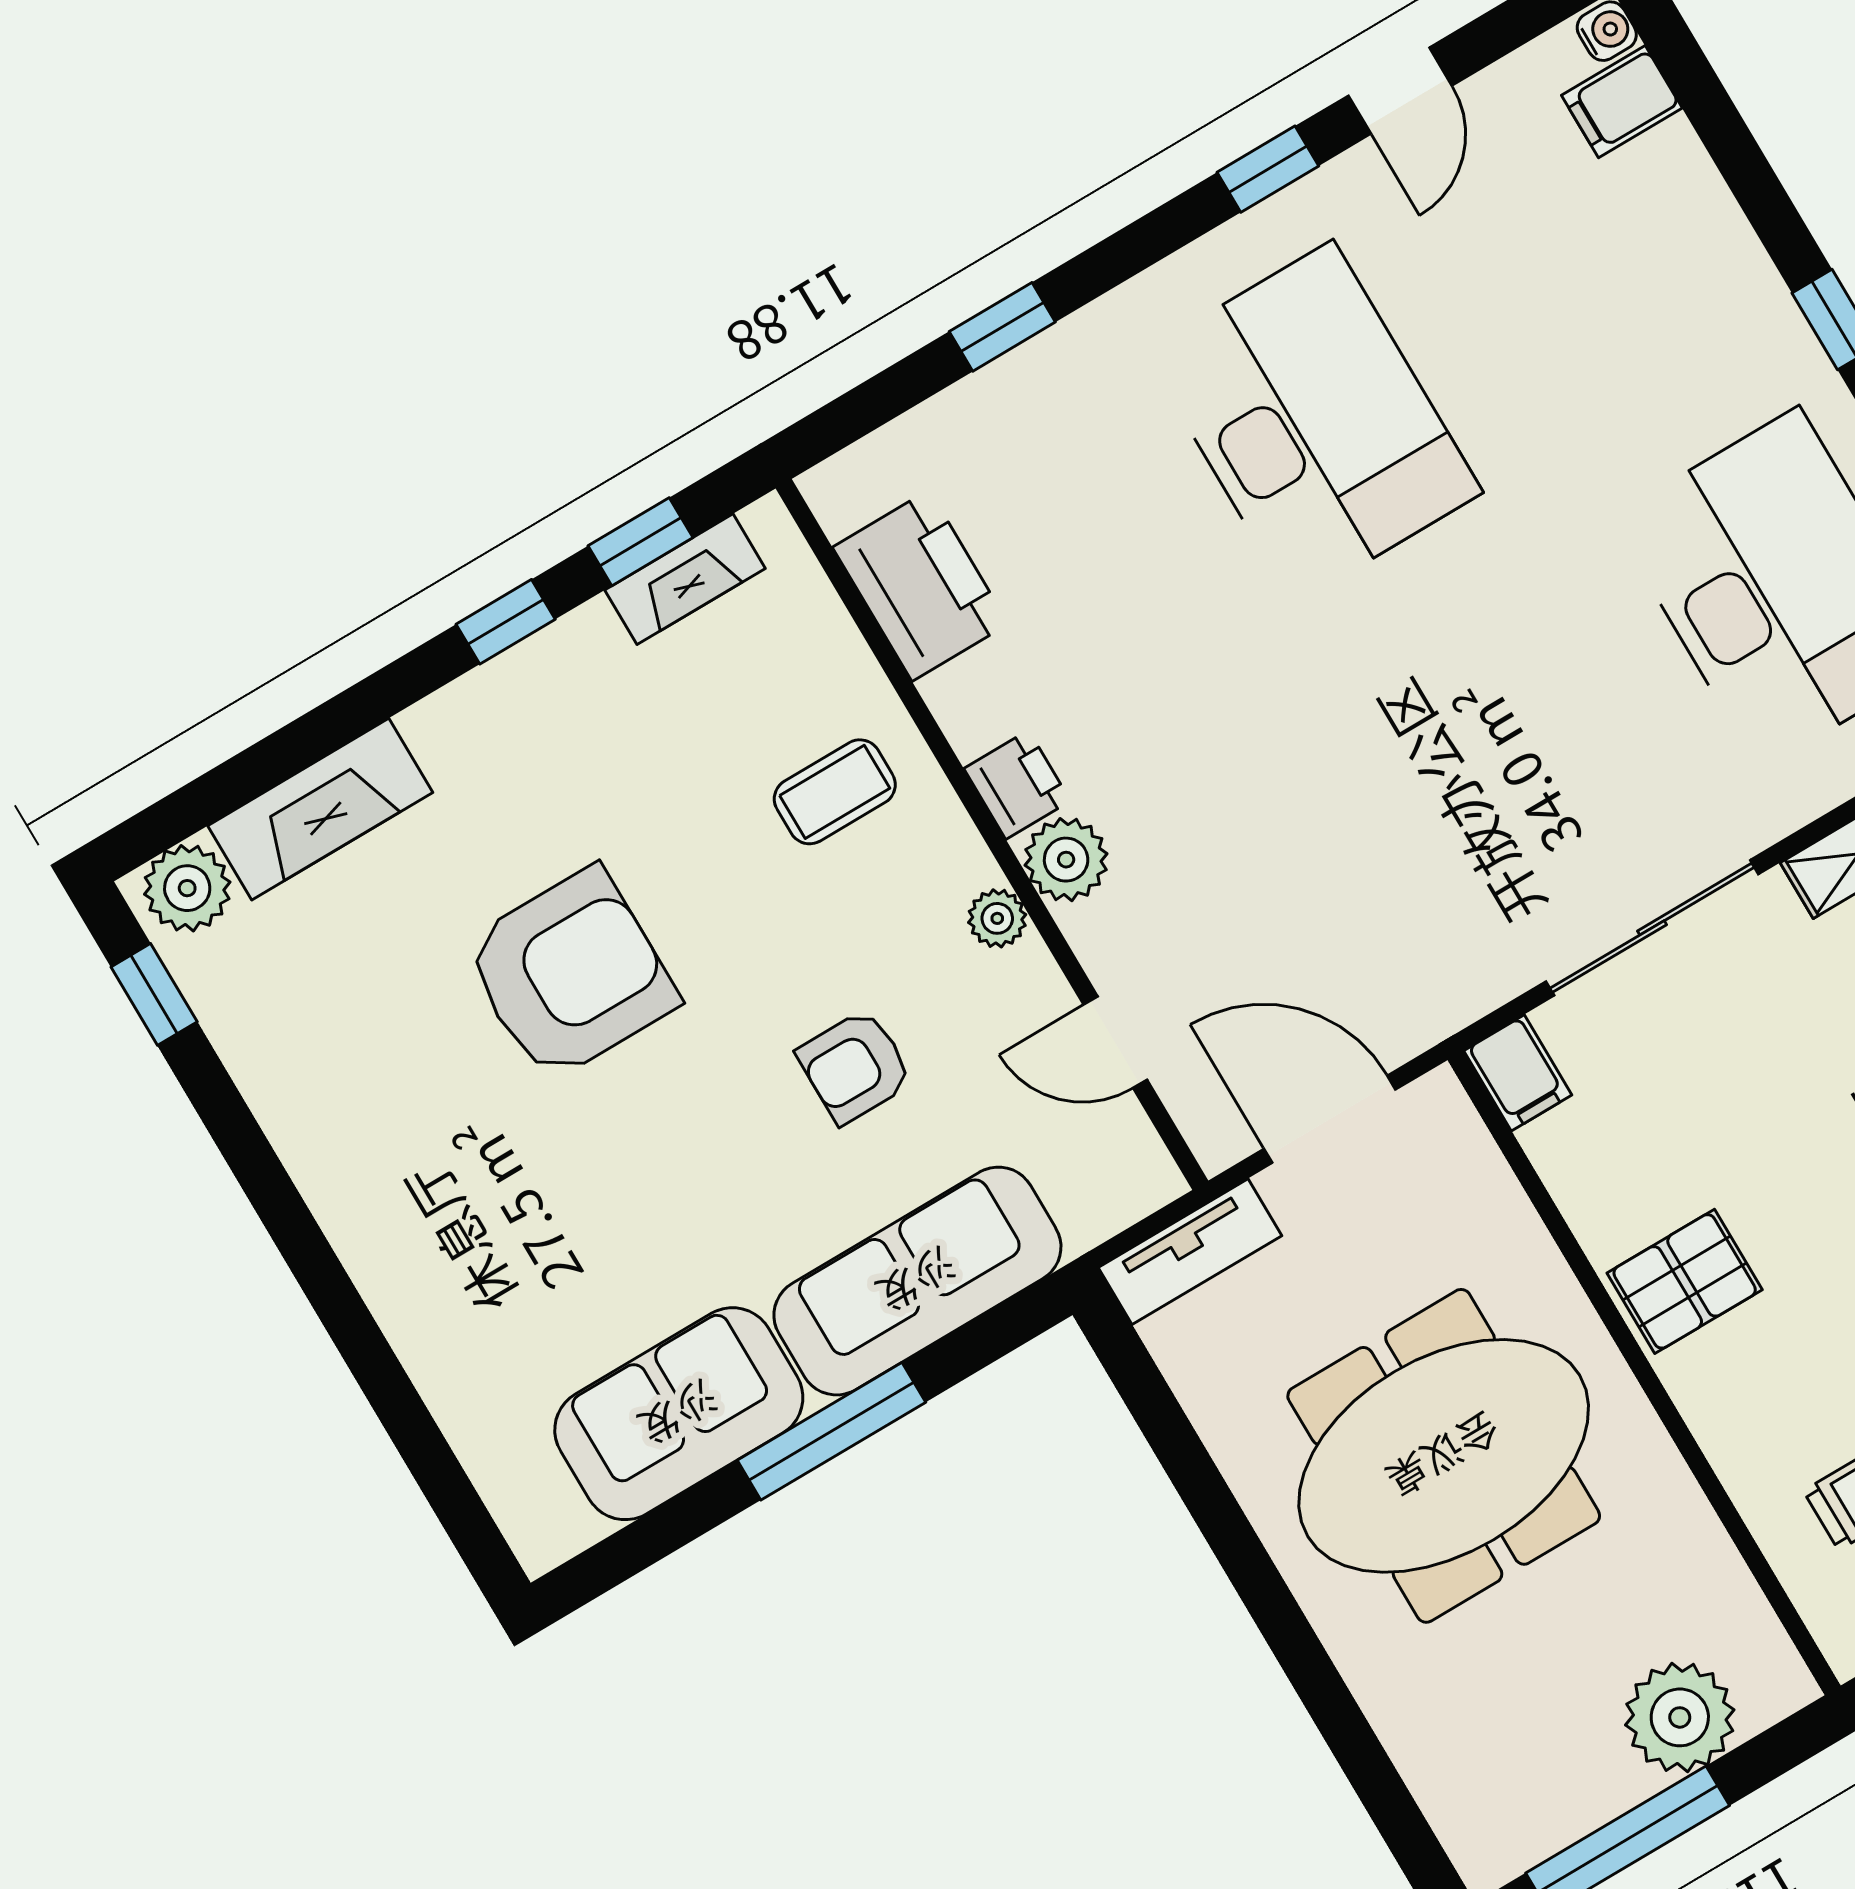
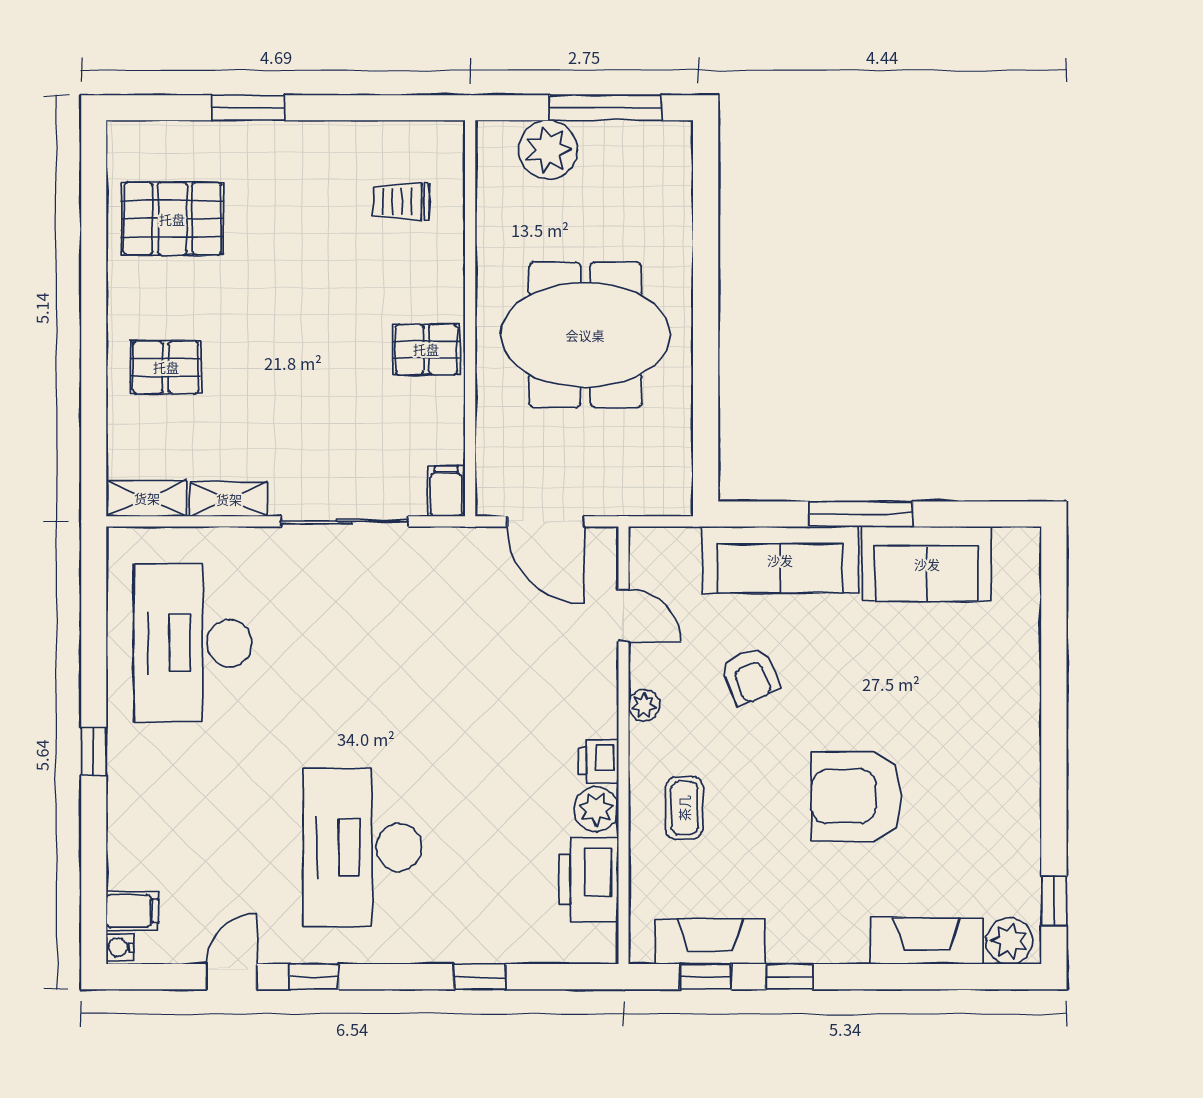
fireplace: (685, 579) -> (710, 942), width x1.37, depth x1.32
coffee table: (835, 792) -> (684, 808), turned 90
plant: (1066, 860) -> (596, 809), moved
armchair: (855, 1066) -> (750, 676), turned 67
tv unit: (1190, 1252) -> (646, 499), removed

